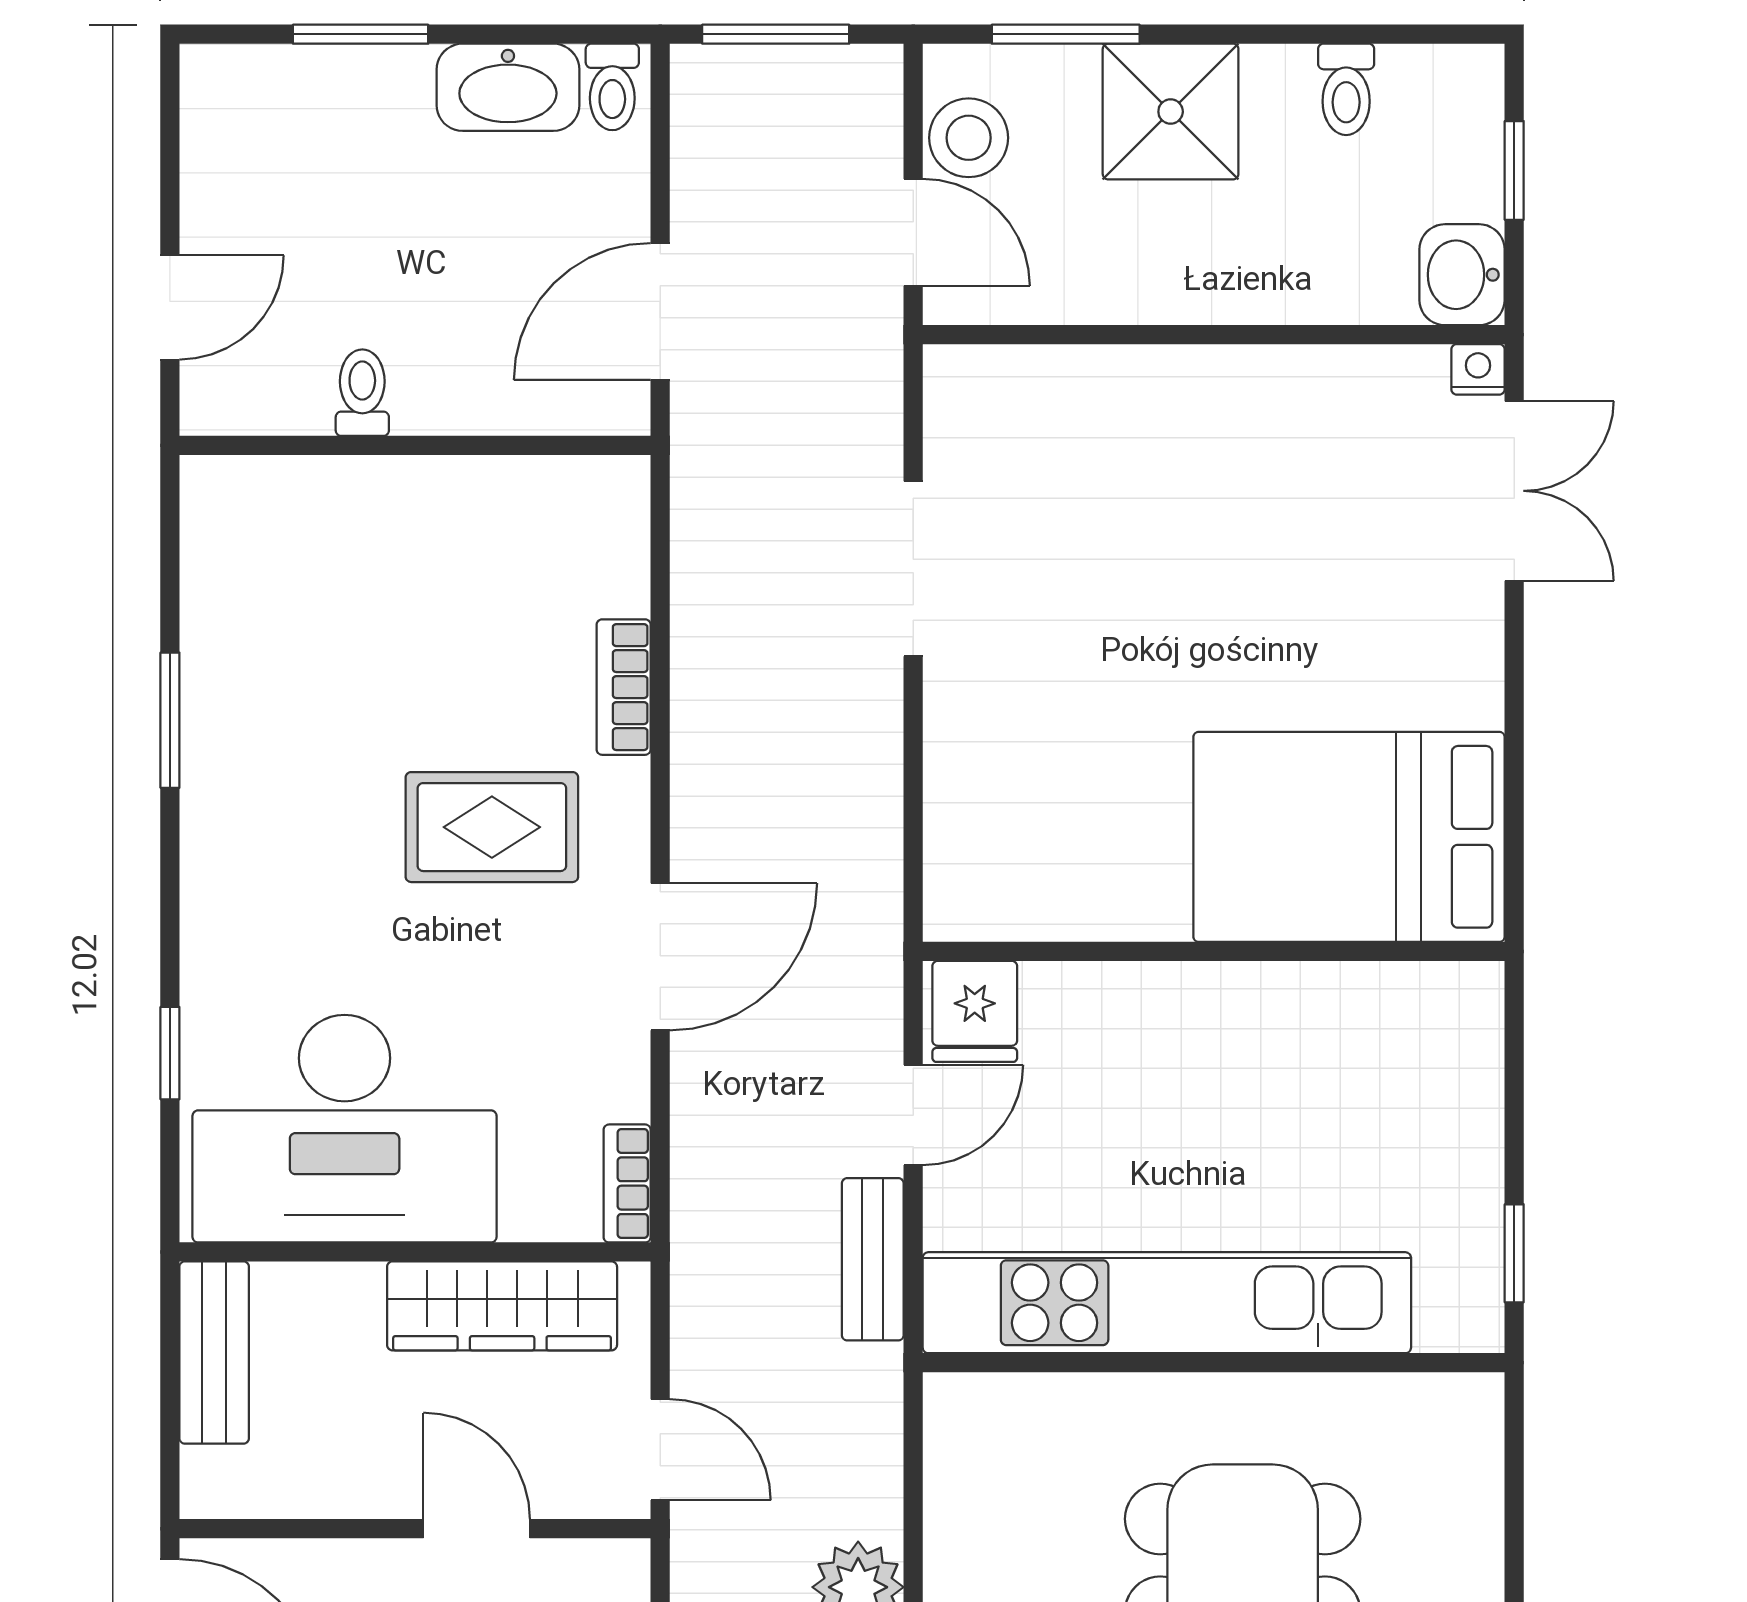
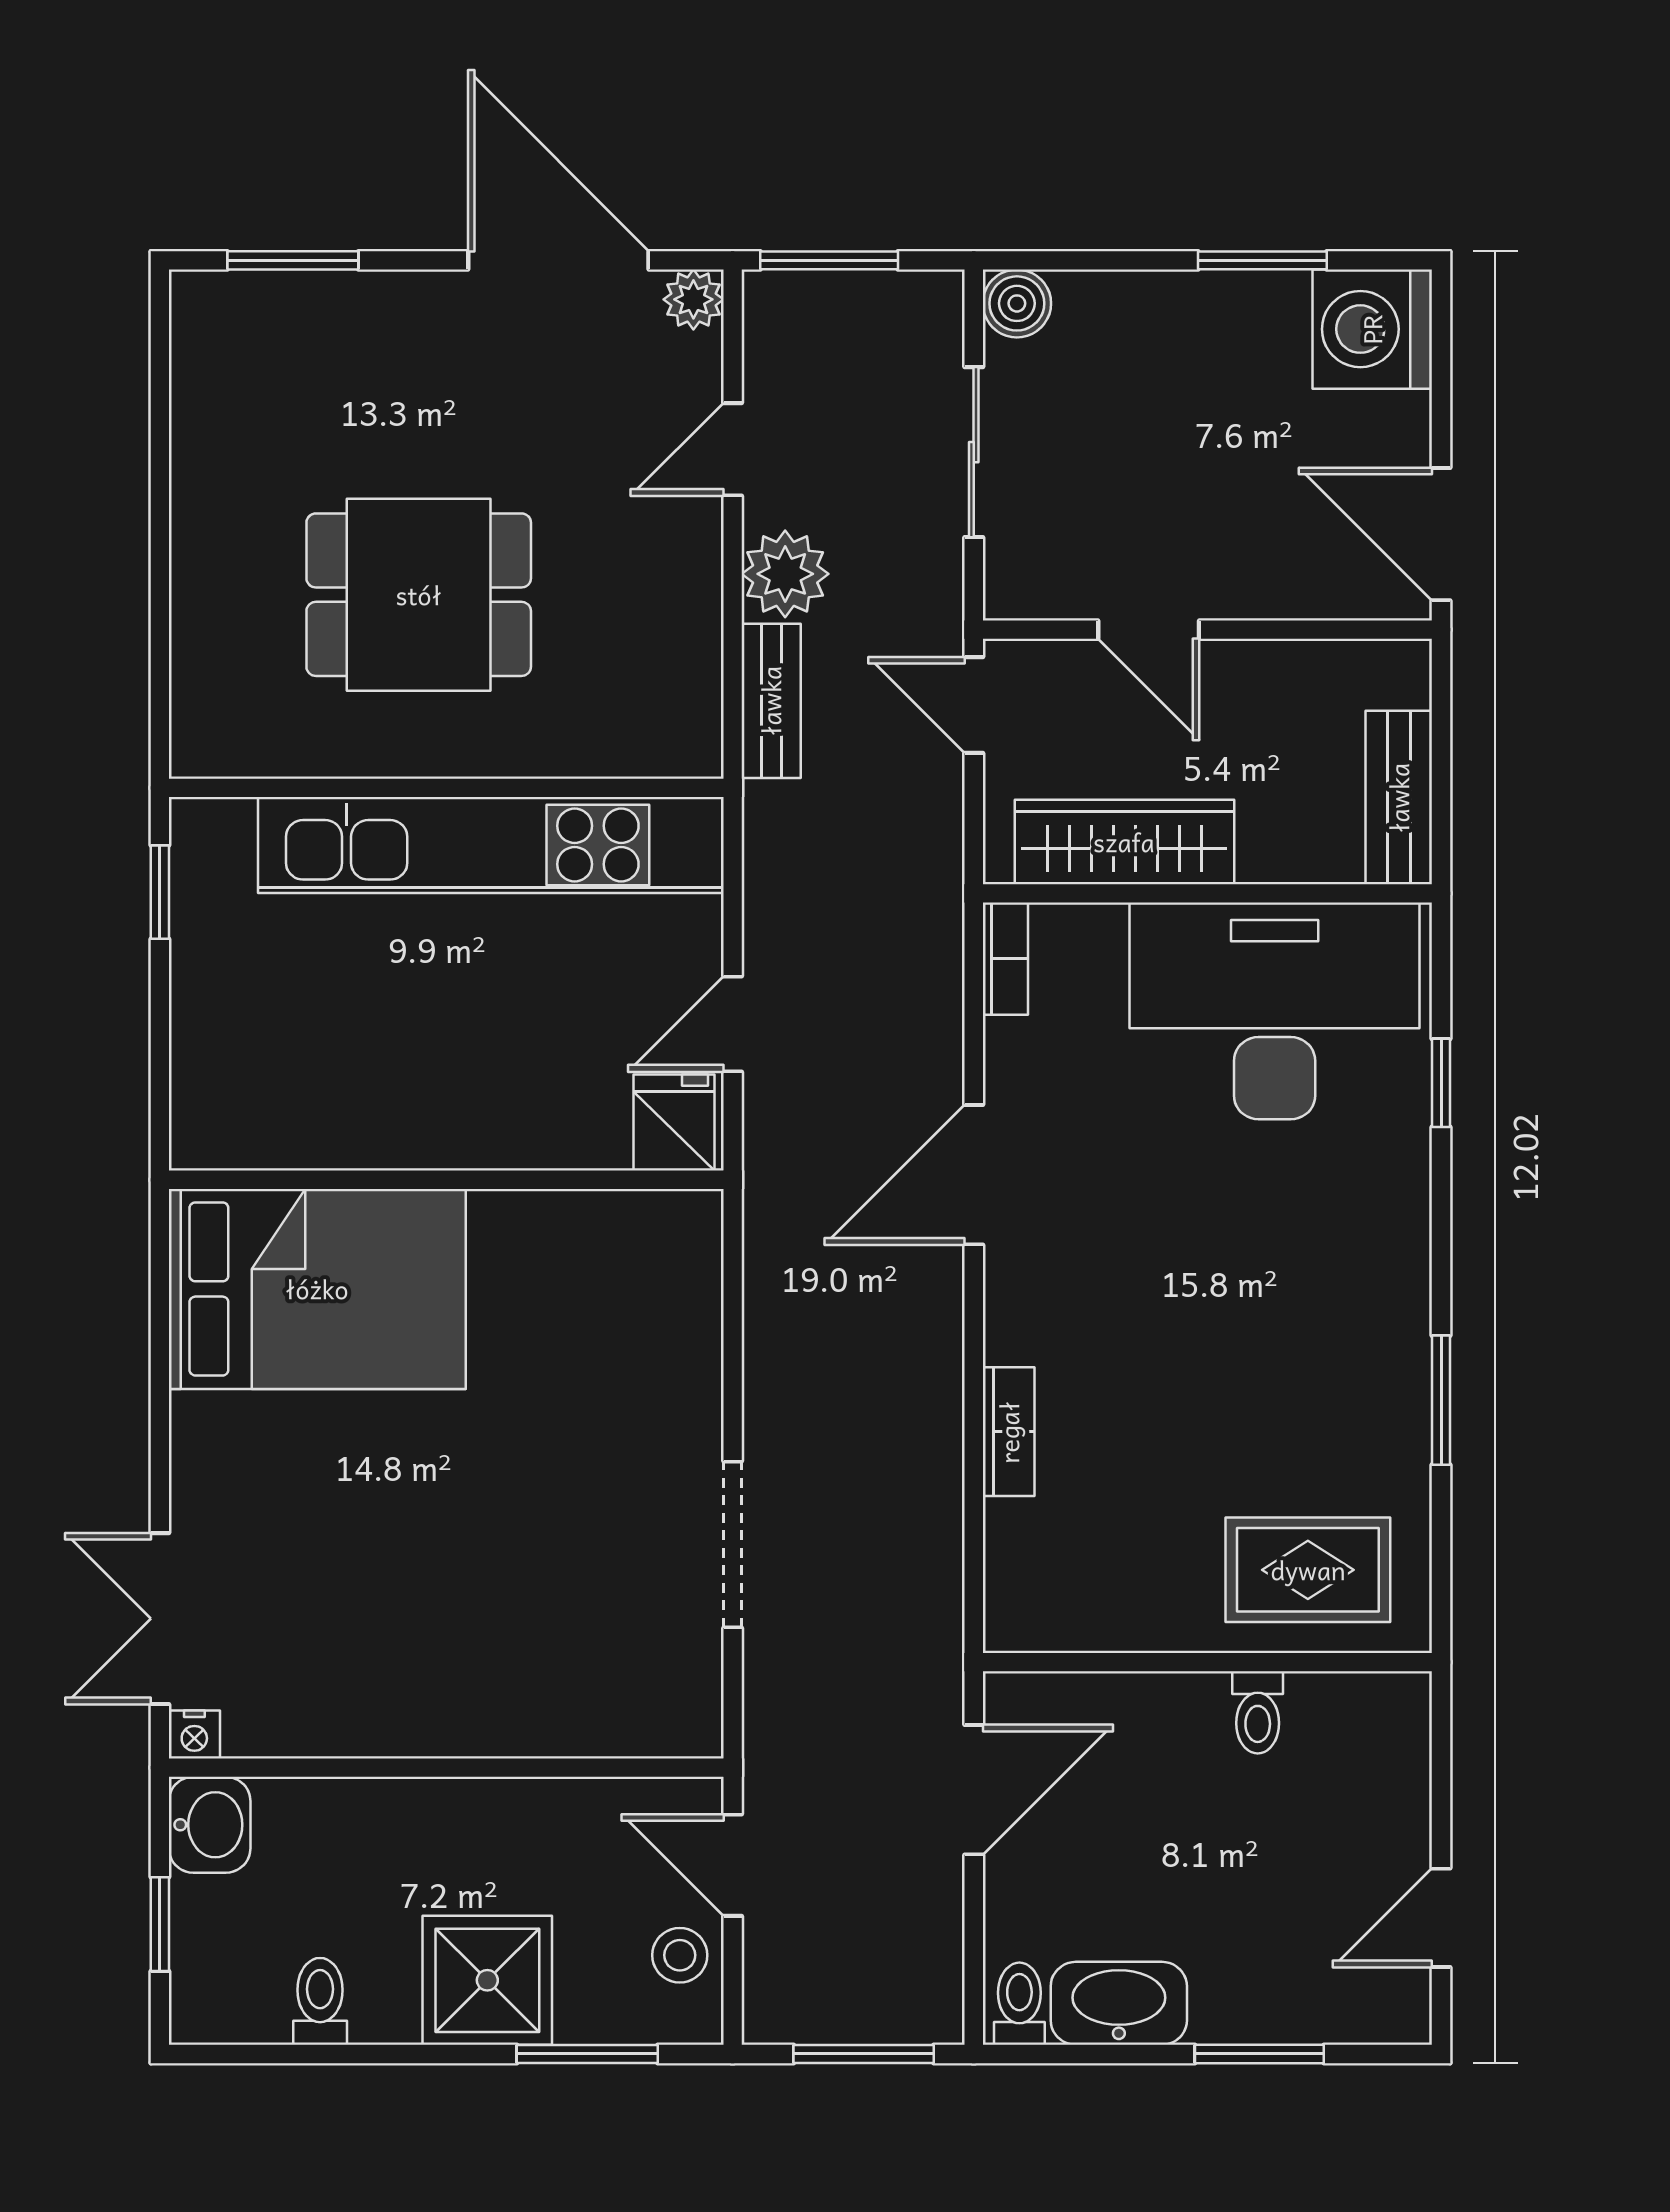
stool: (969, 138) -> (680, 1955), width x0.73, depth x0.73
door: (170, 307) -> (1441, 1918), moved
rug: (492, 827) -> (1308, 1570), moved
bench: (873, 1259) -> (771, 701), moved

